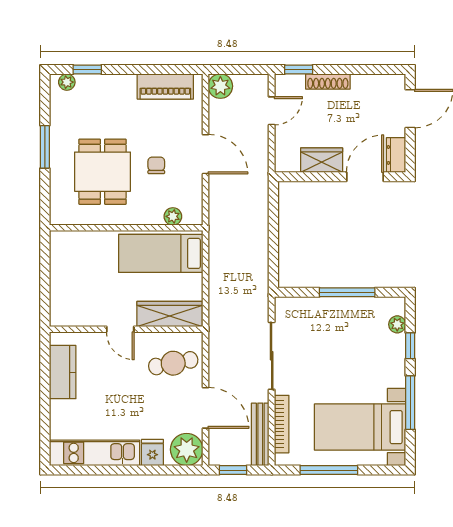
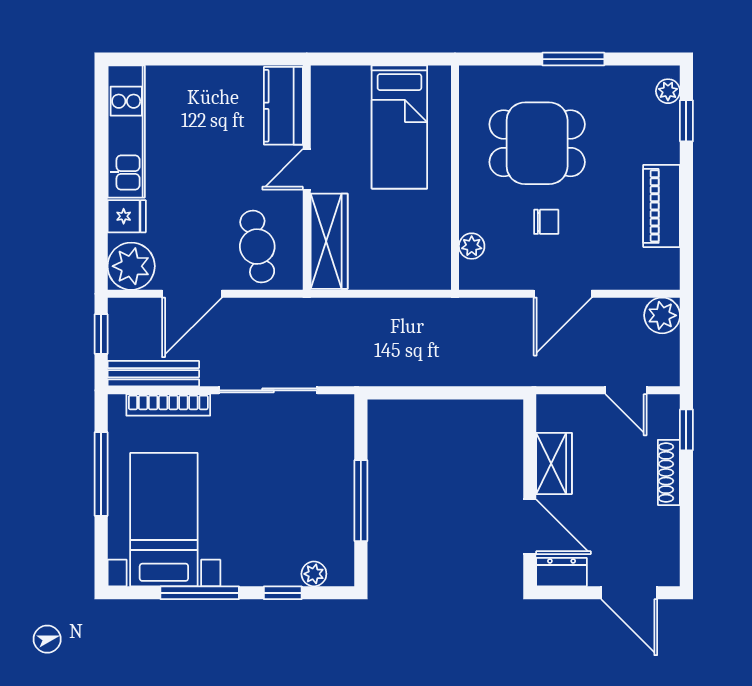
piano: (165, 86) -> (662, 206), moved
bed: (161, 253) -> (399, 127), moved, turned 180
kitchen counter: (63, 372) -> (283, 106), moved, turned 90

